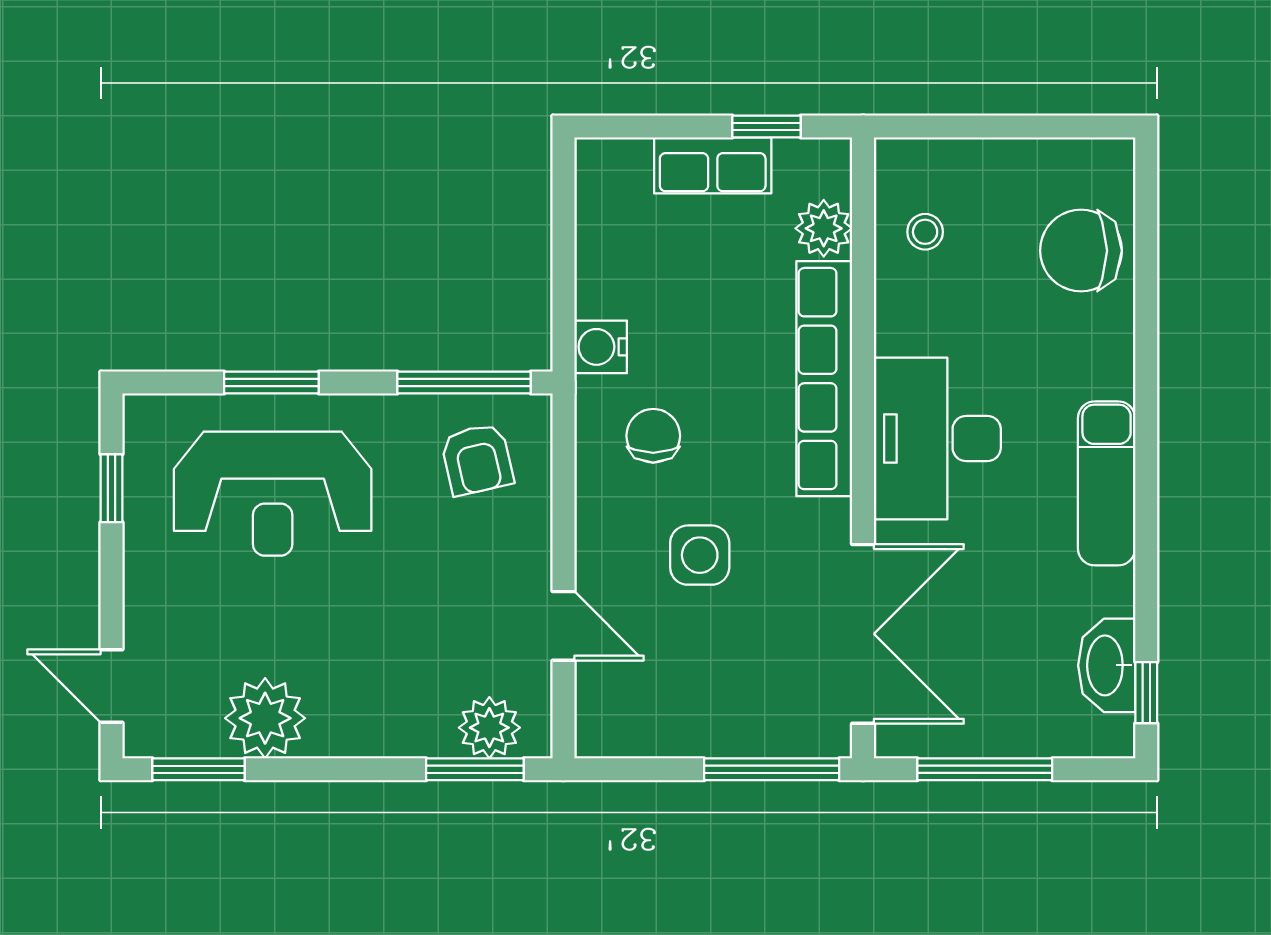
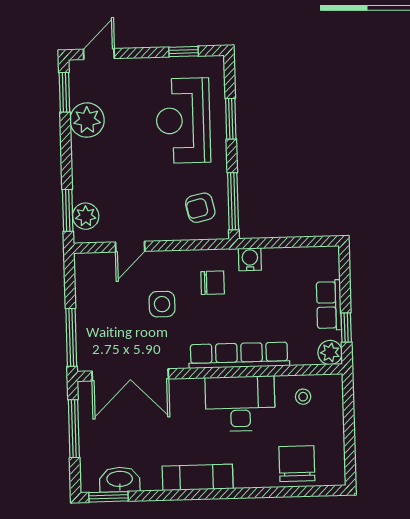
plant: (824, 228) -> (330, 353), moved
desk: (937, 438) -> (240, 404), moved
window: (1146, 693) -> (108, 497), width x1.50

